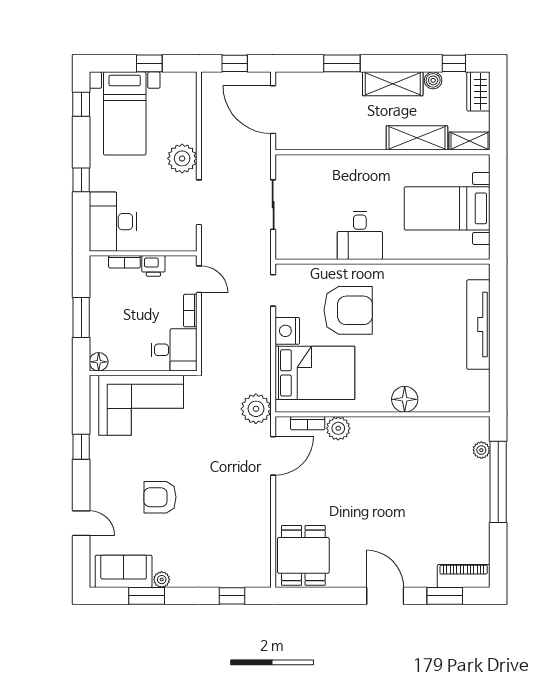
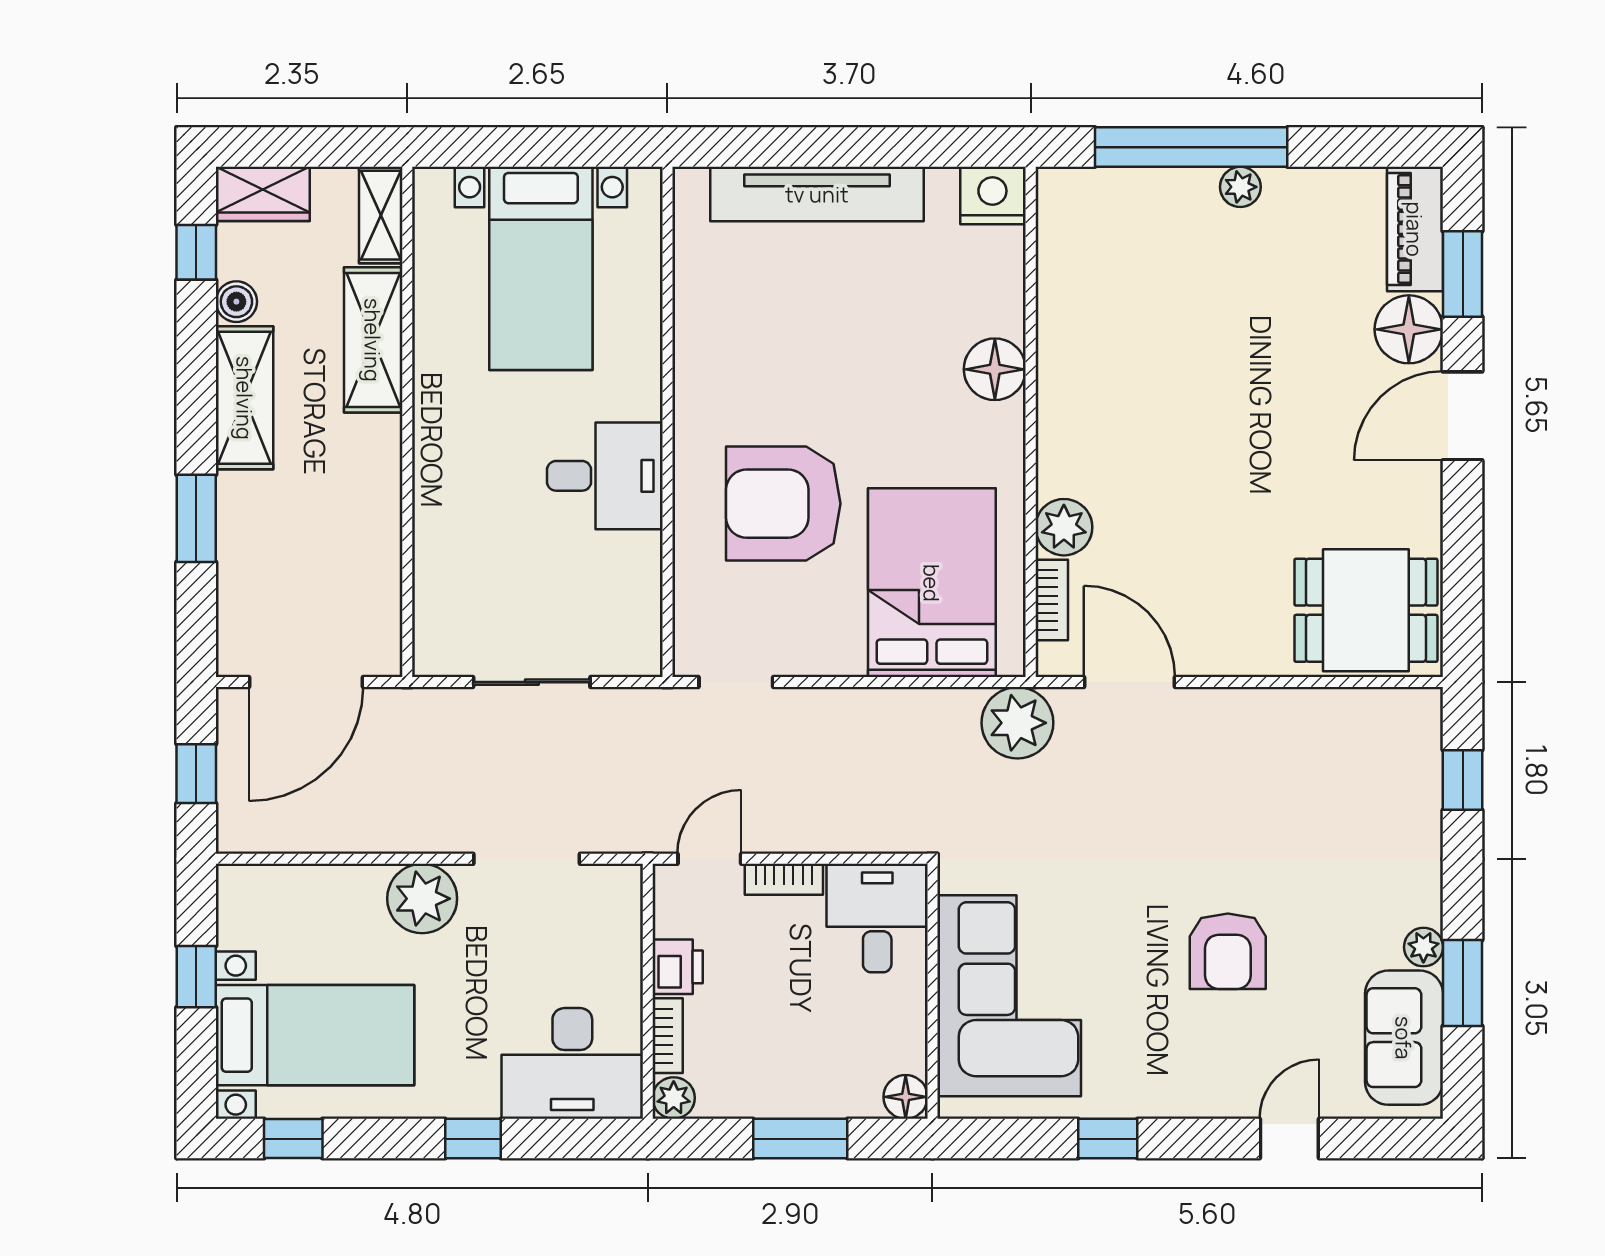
plant: (98, 264) -> (674, 1098), added
armchair: (348, 310) -> (783, 504), turned -90
nightstand: (287, 331) -> (992, 196), moved, turned 180
plant: (481, 450) -> (1240, 187), moved
floor lamp: (421, 573) -> (1409, 329), added

